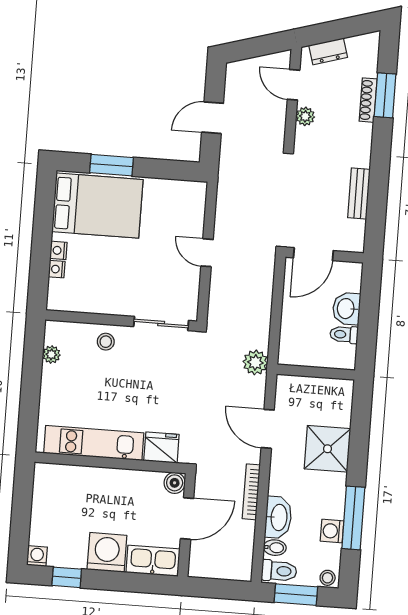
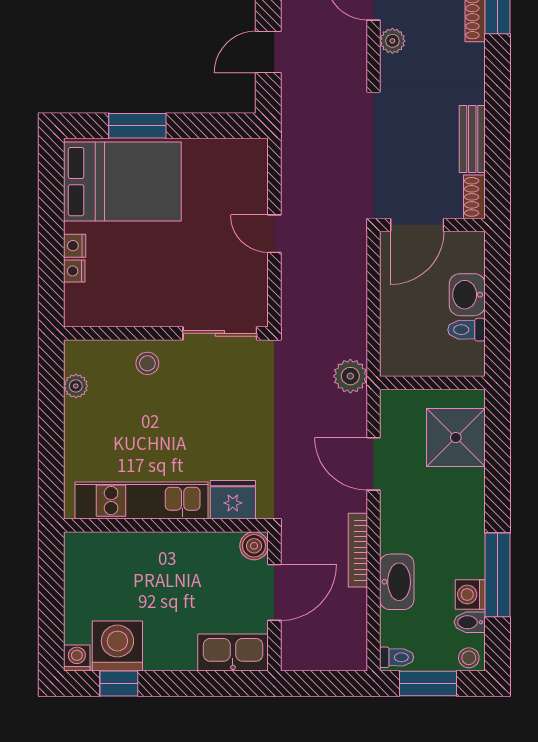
shoe rack: (357, 237) -> (474, 197), added
shower: (328, 449) -> (456, 438), moved
bidet: (275, 548) -> (470, 622), moved, turned 180
washing machine: (107, 552) -> (117, 646), moved
toilet: (279, 571) -> (397, 657), width x0.73, depth x0.72

